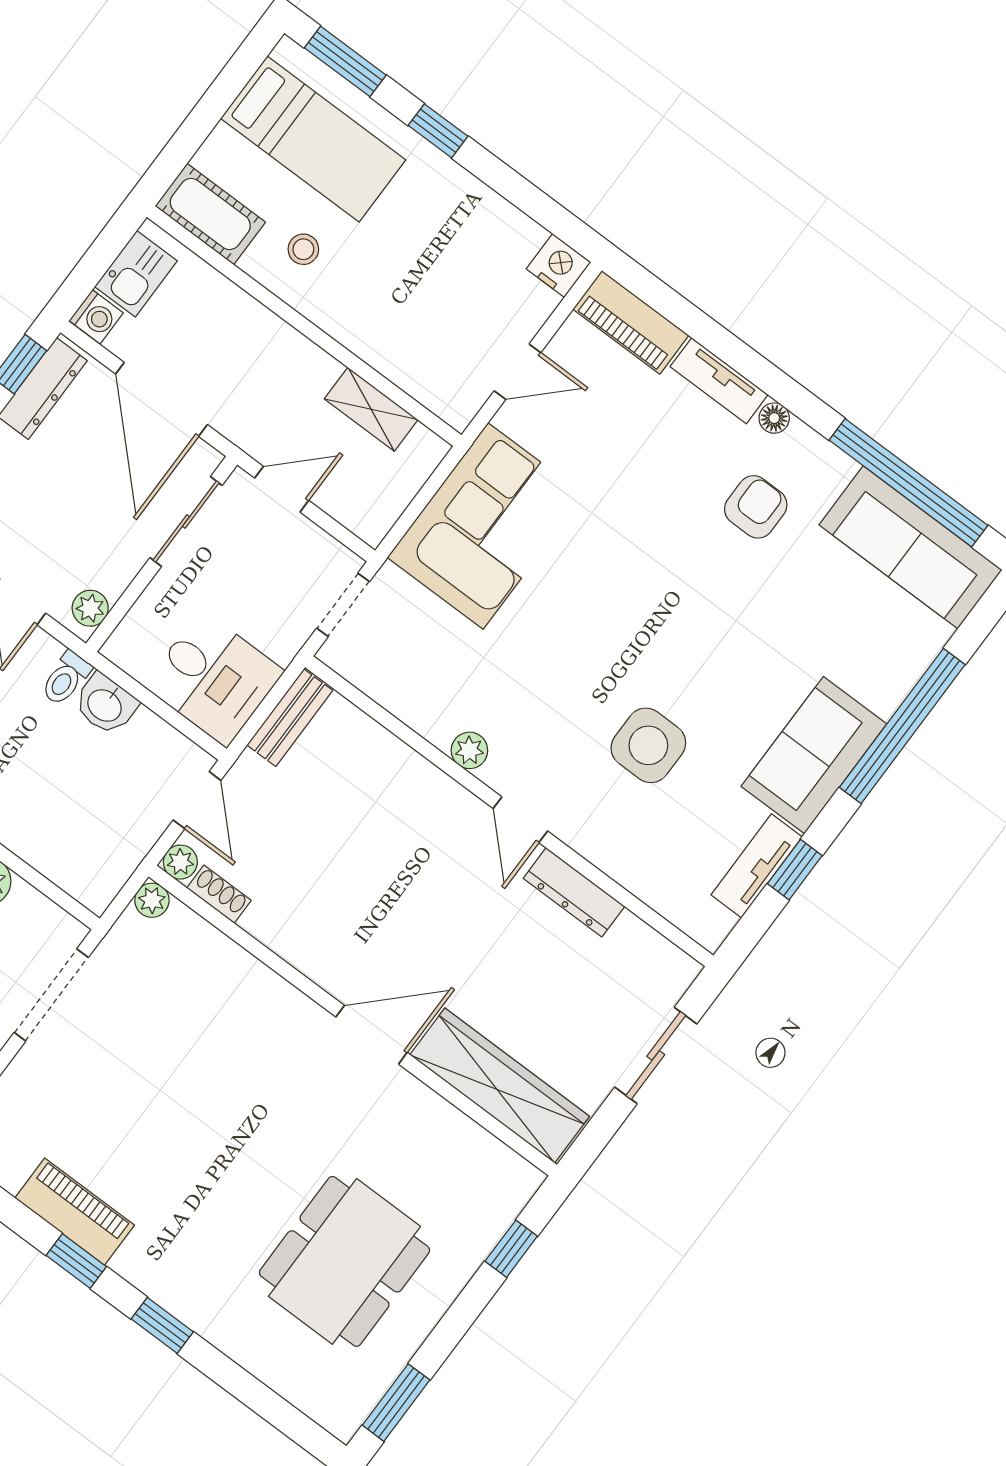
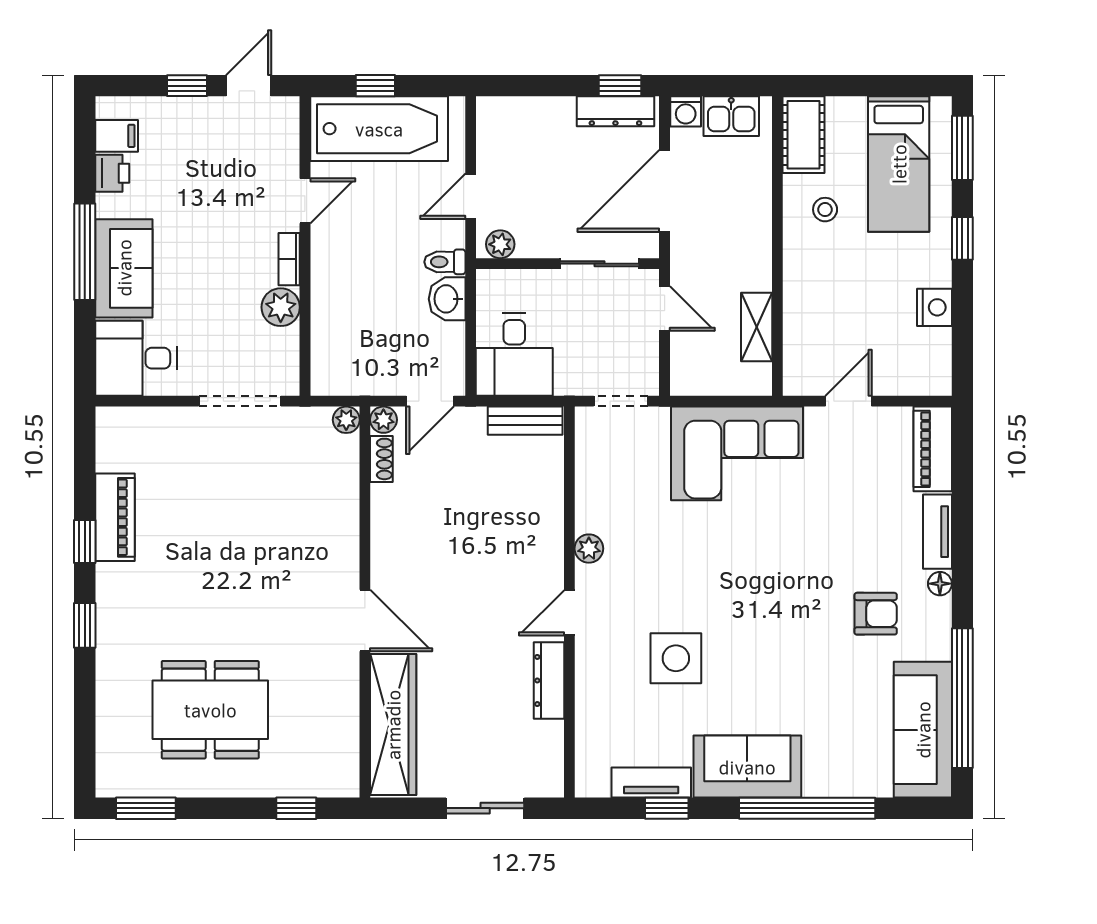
nightstand: (559, 265) -> (934, 307), moved
door: (517, 372) -> (849, 401), swing flipped

